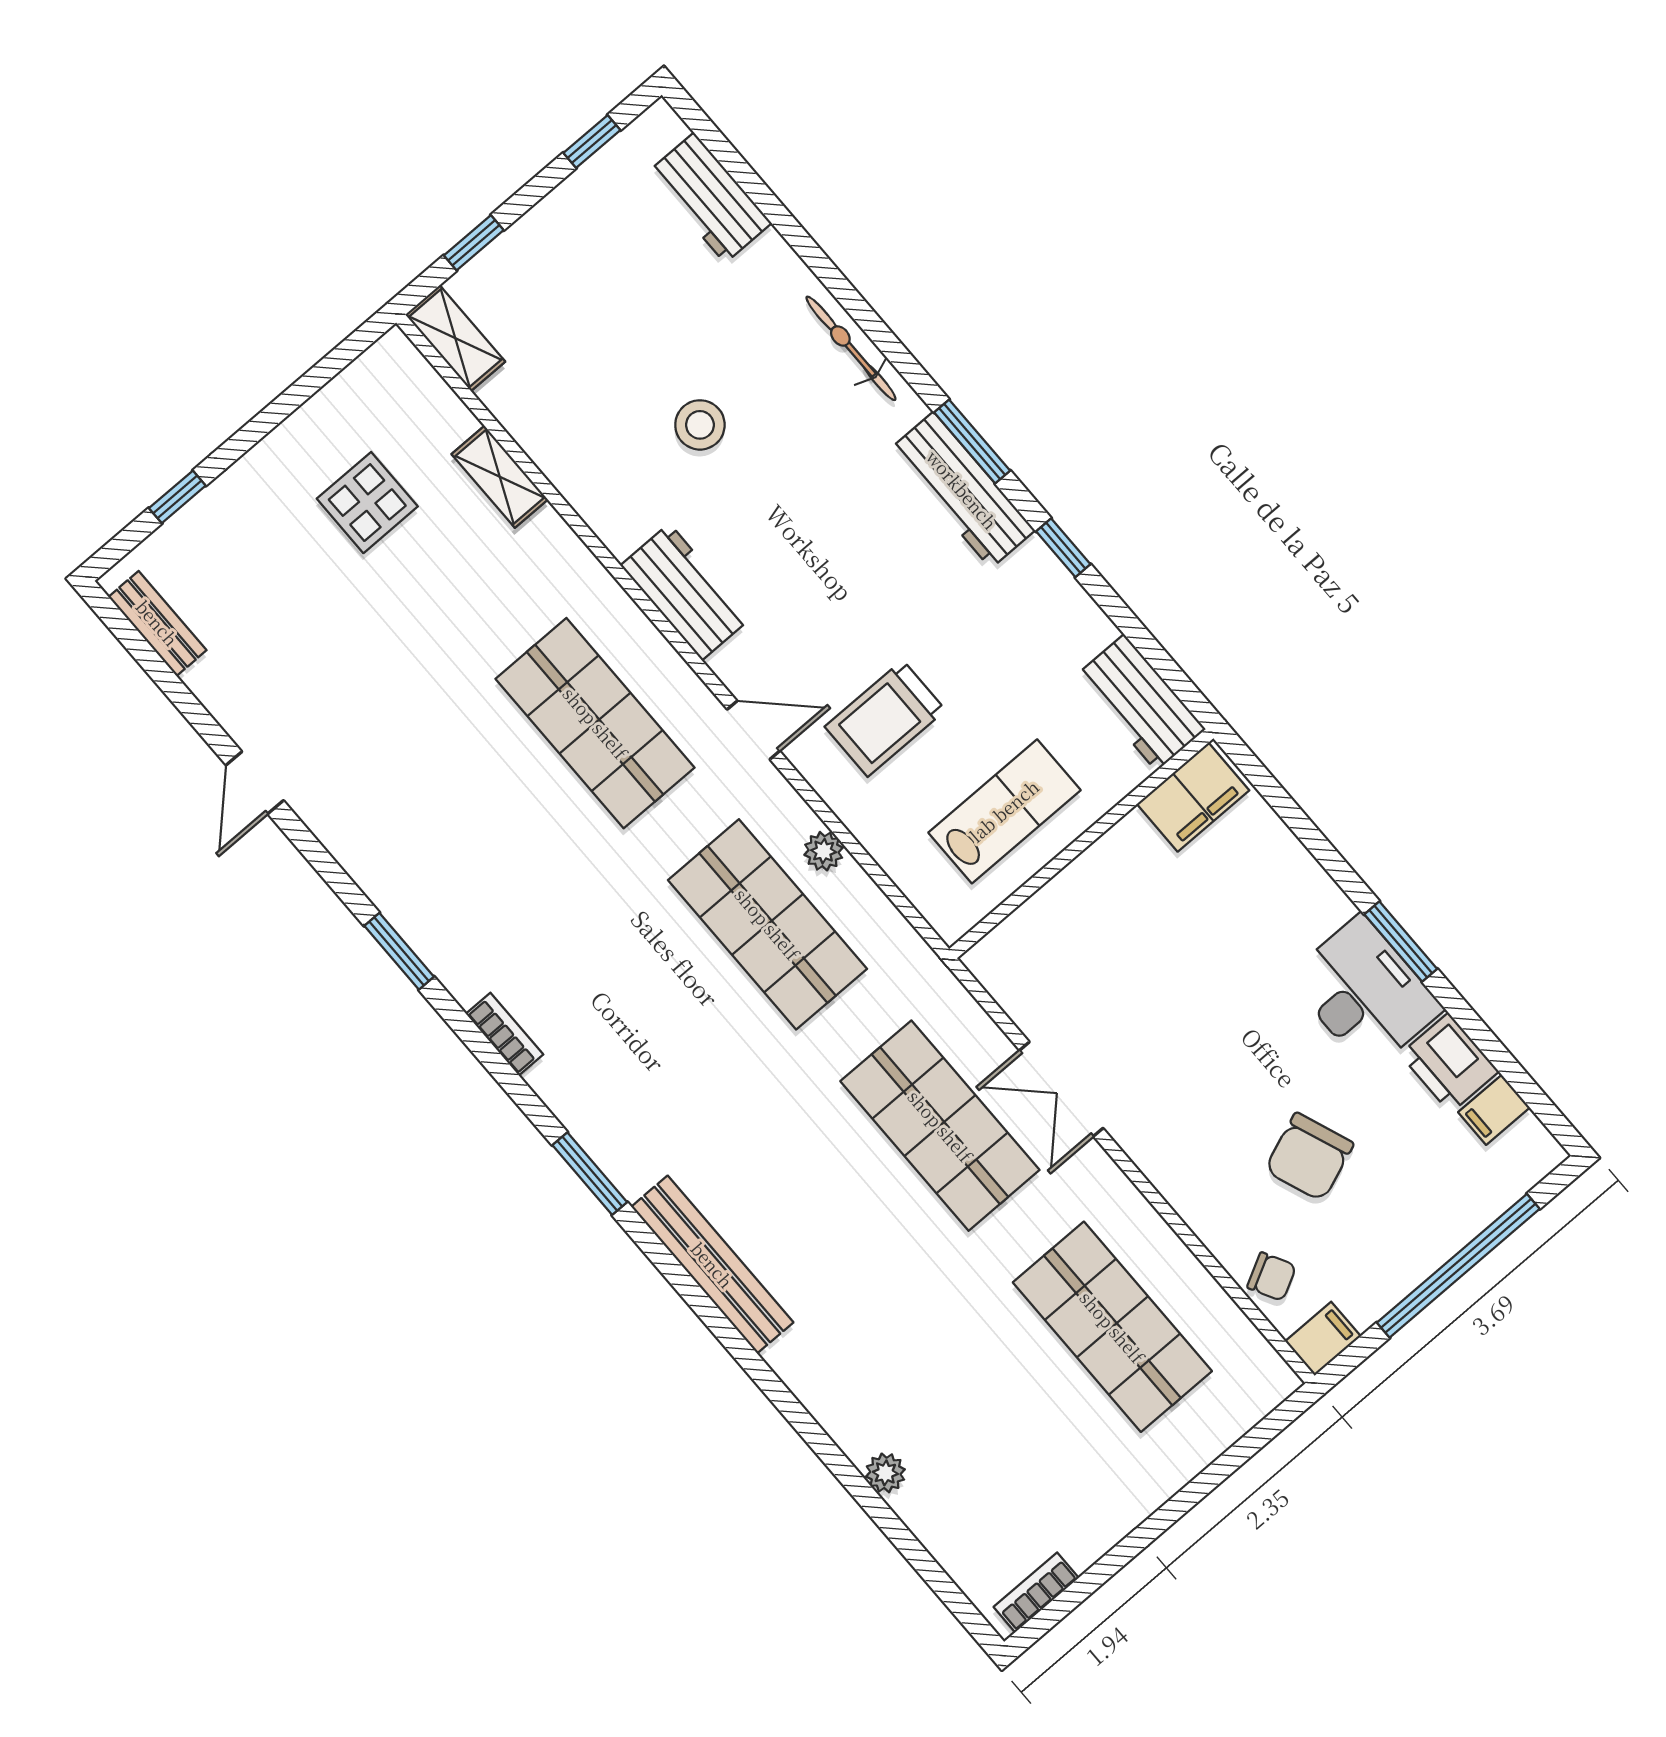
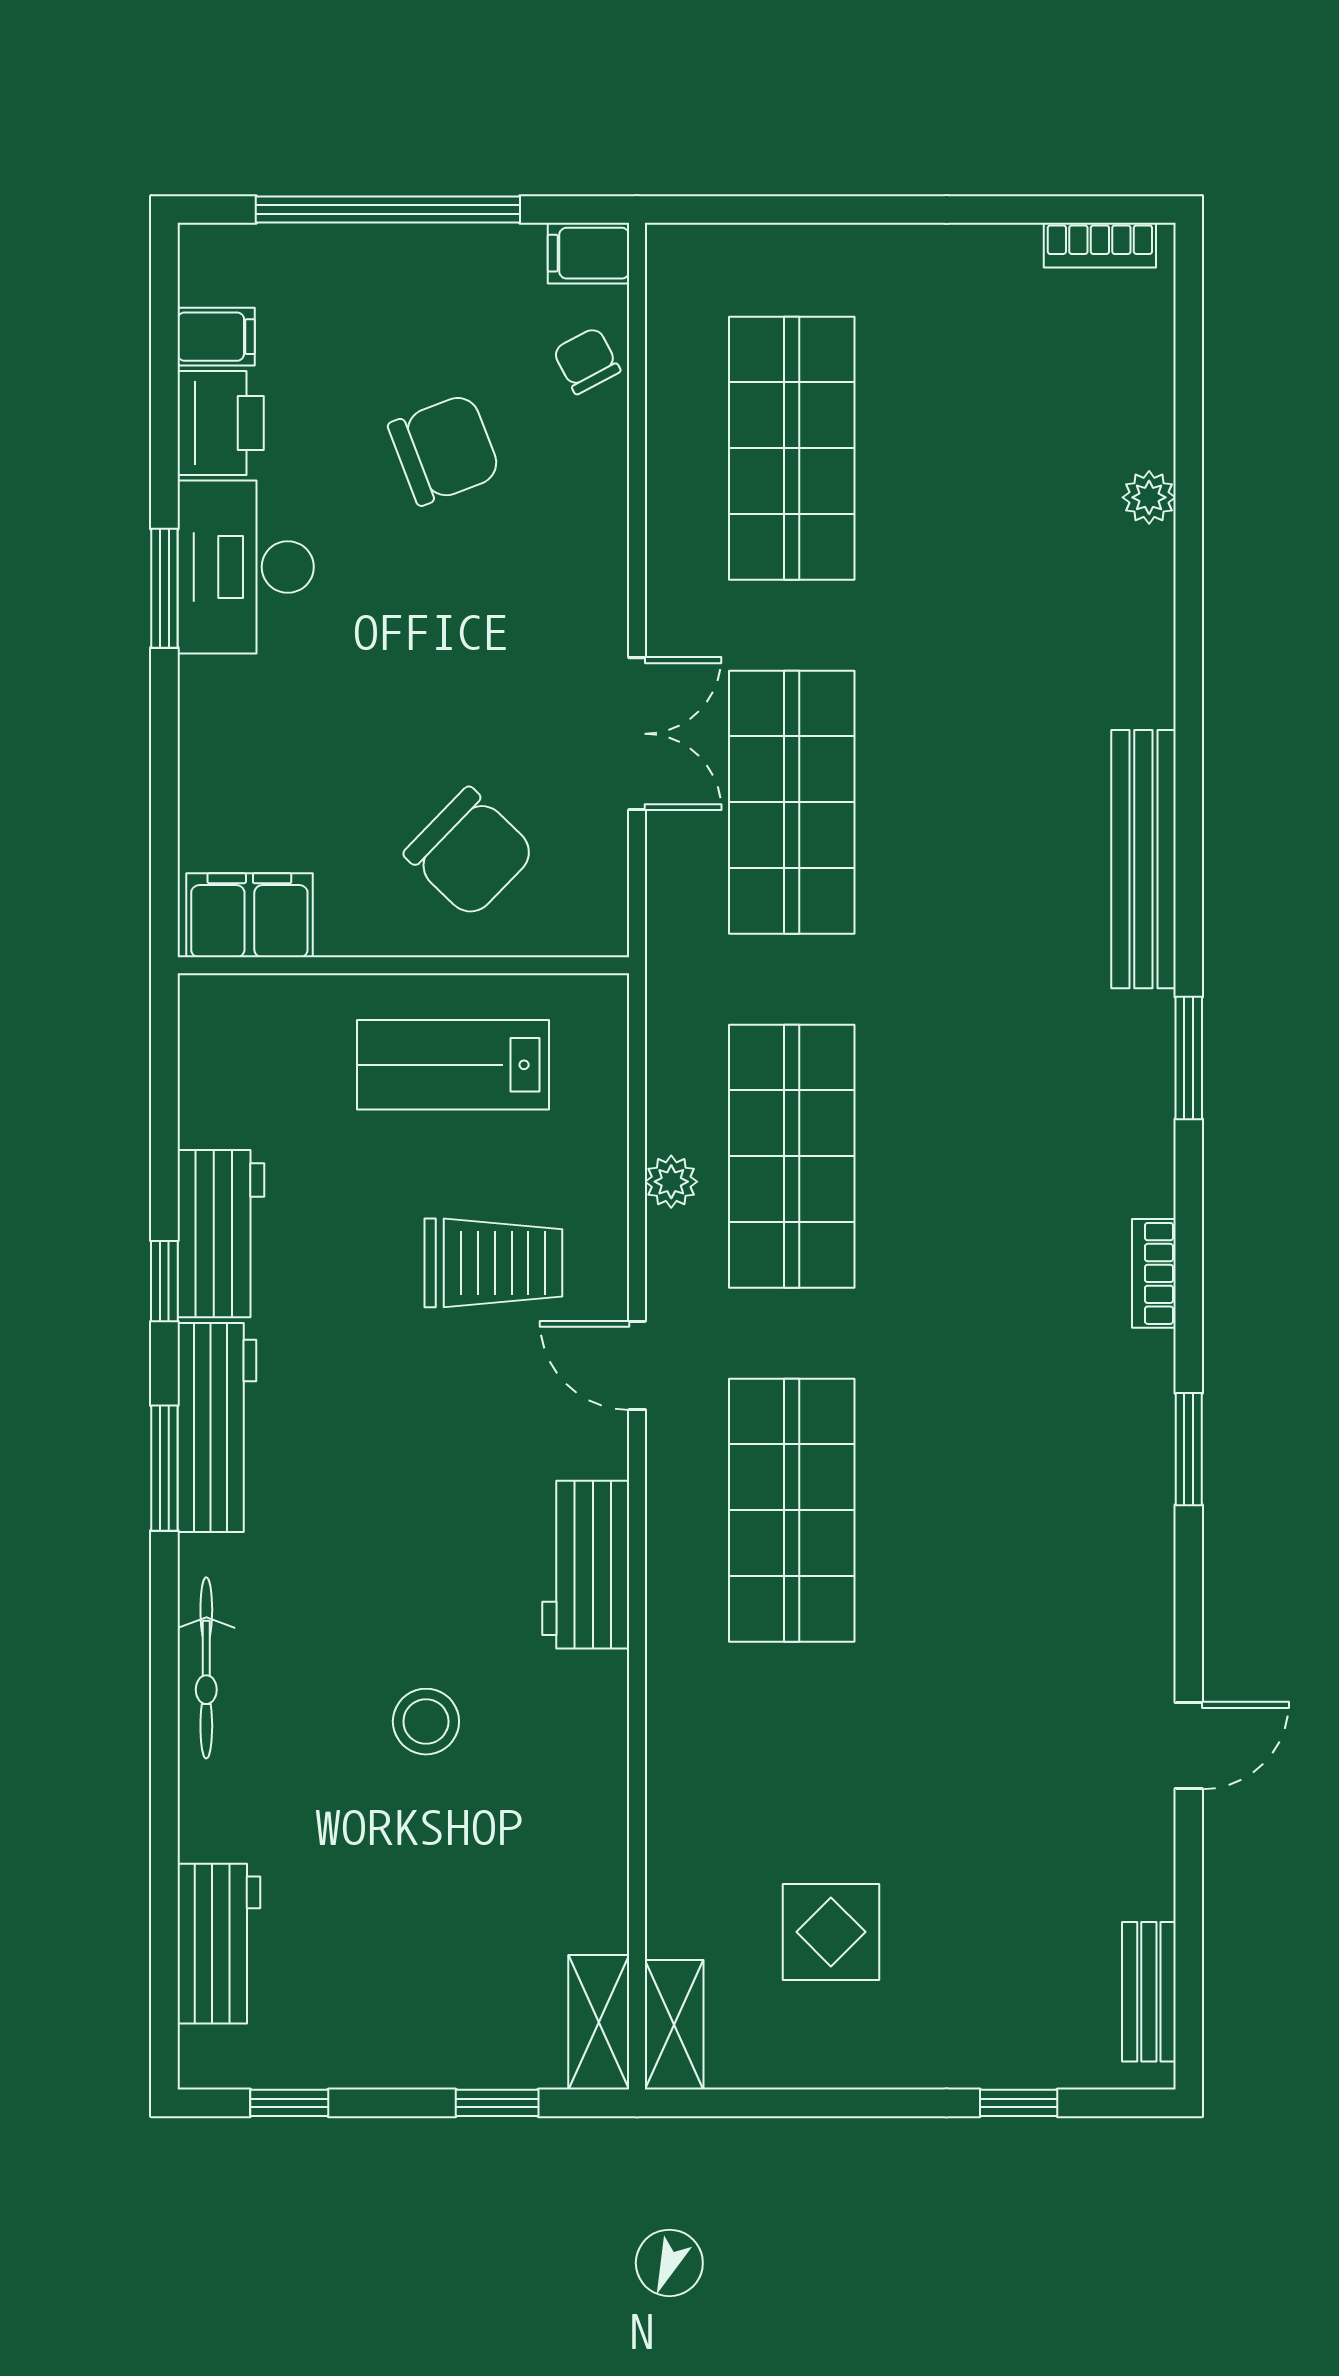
shelving: (500, 477) -> (674, 2025), moved
workbench: (1140, 703) -> (221, 1234), moved
chair: (1098, 940) -> (470, 853), added

